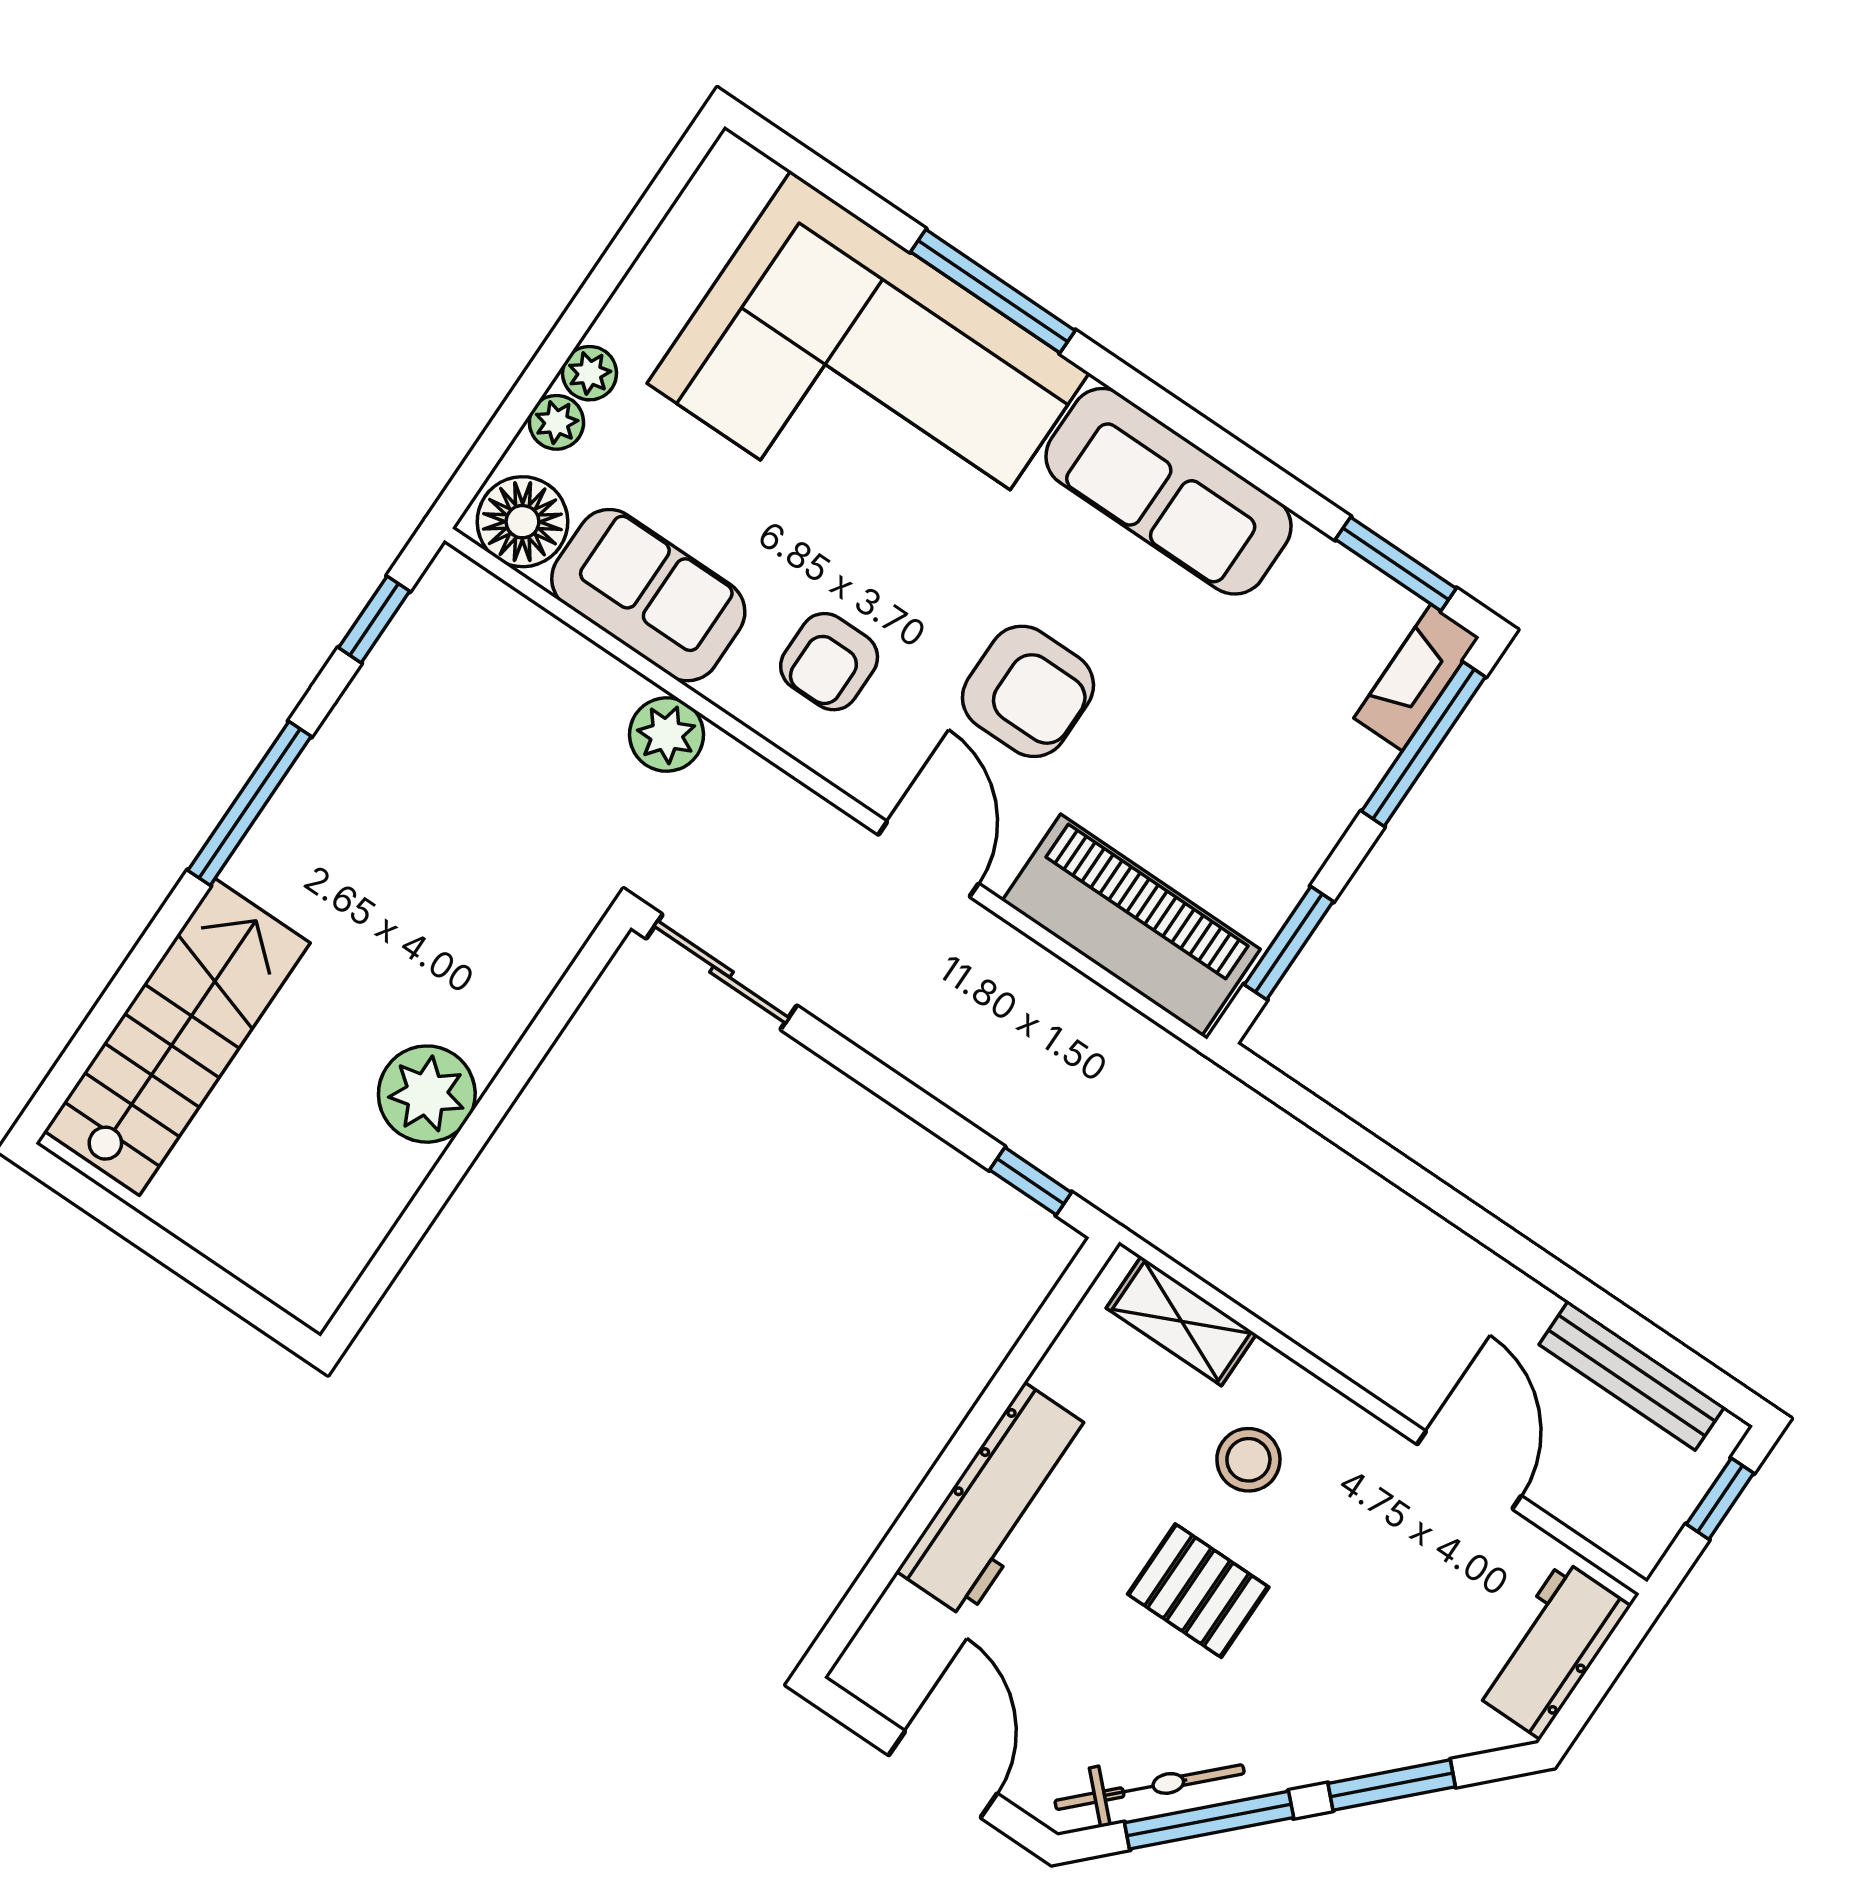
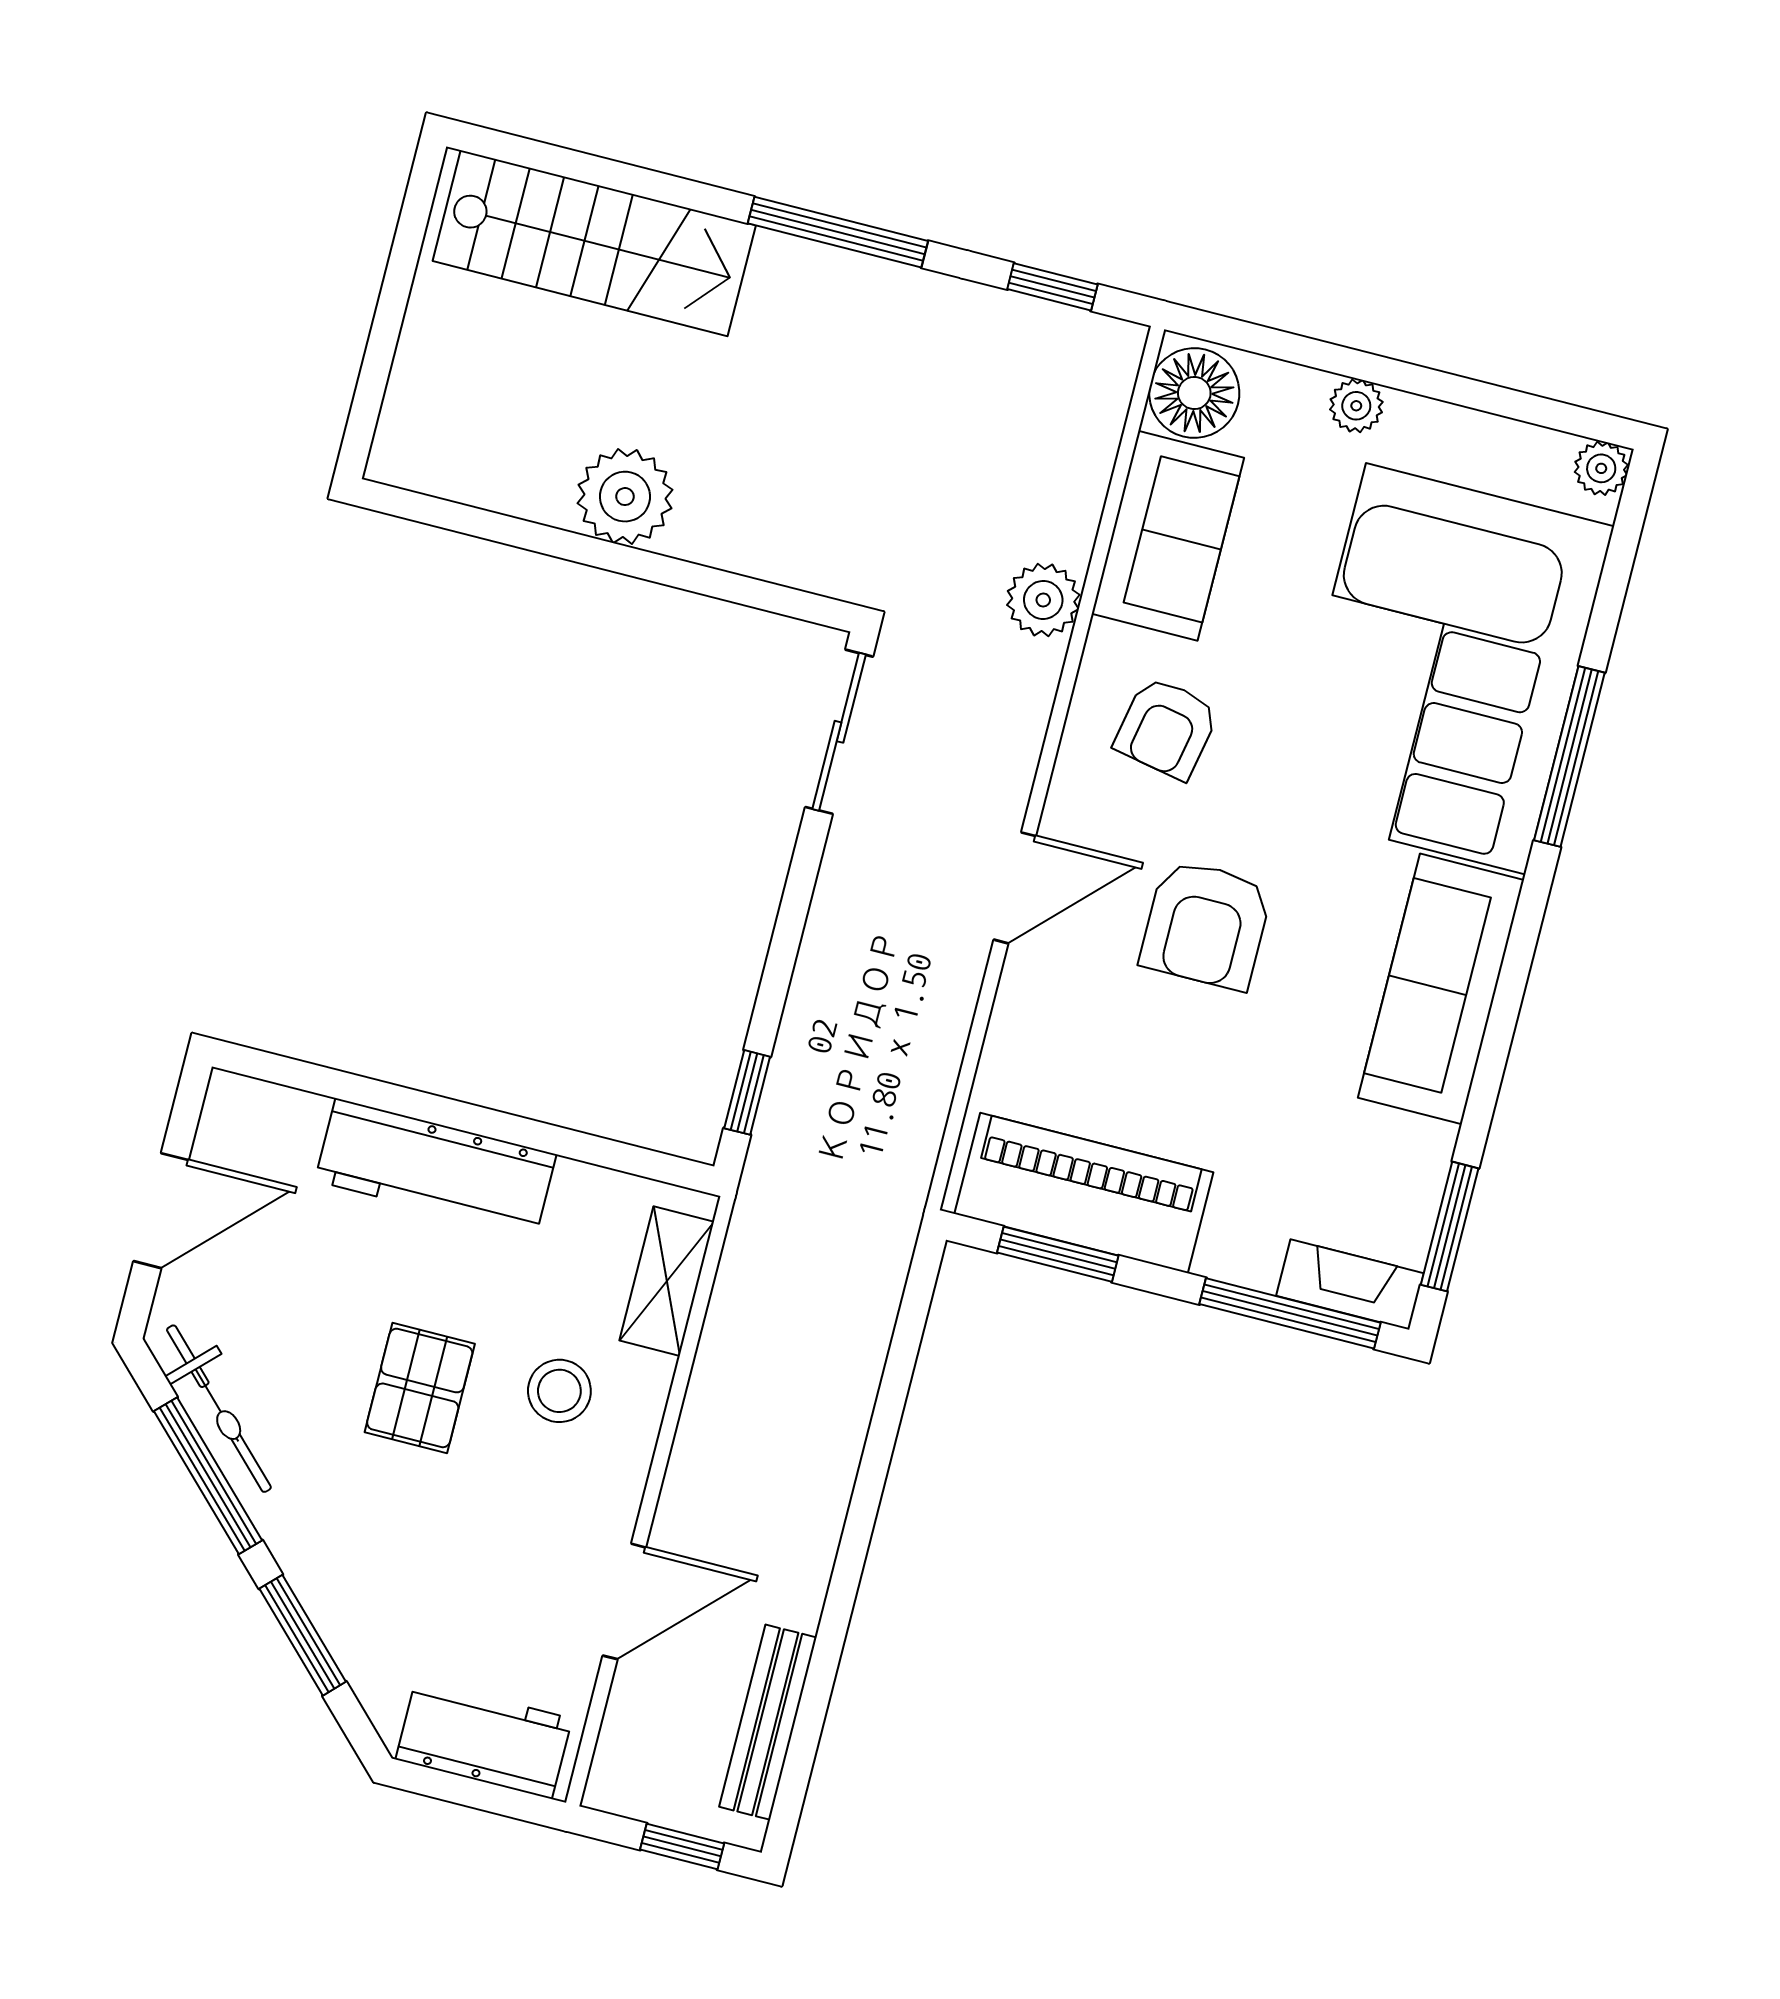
plant: (556, 422) -> (1601, 468), moved
armchair: (829, 662) -> (1167, 728), turned -79
piano: (1131, 925) -> (1084, 1193), moved, turned -90

